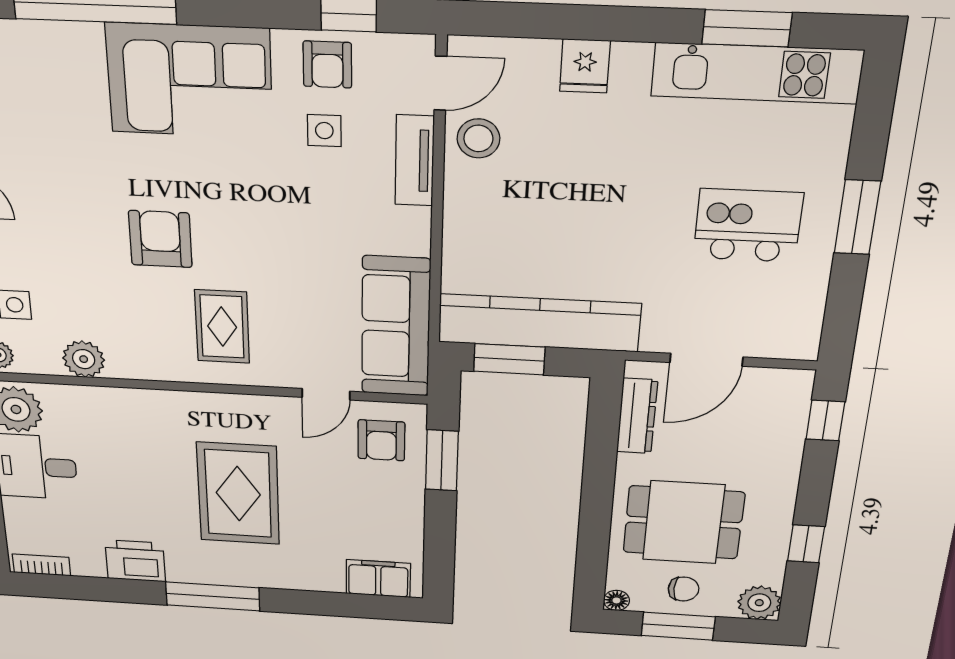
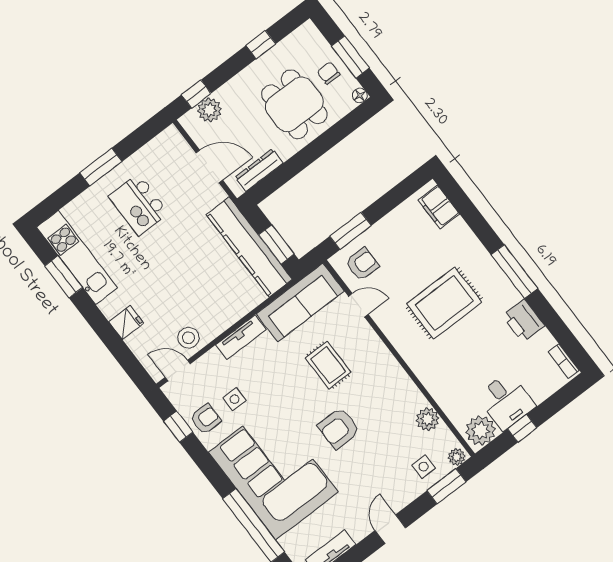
corner sofa: (190, 81) -> (273, 472), width x1.36, depth x1.36
tv unit: (415, 161) -> (241, 337), moved
rug: (222, 327) -> (328, 365), moved, turned 90
plant: (759, 603) -> (209, 110), moved

